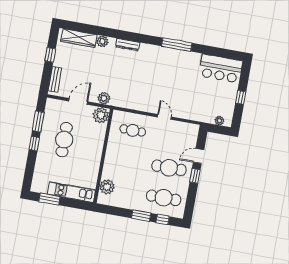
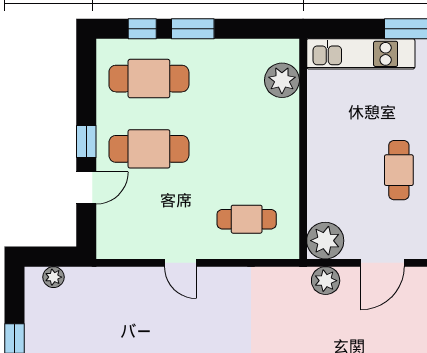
cafe table: (64, 140) -> (399, 170), width x0.73, depth x0.74

